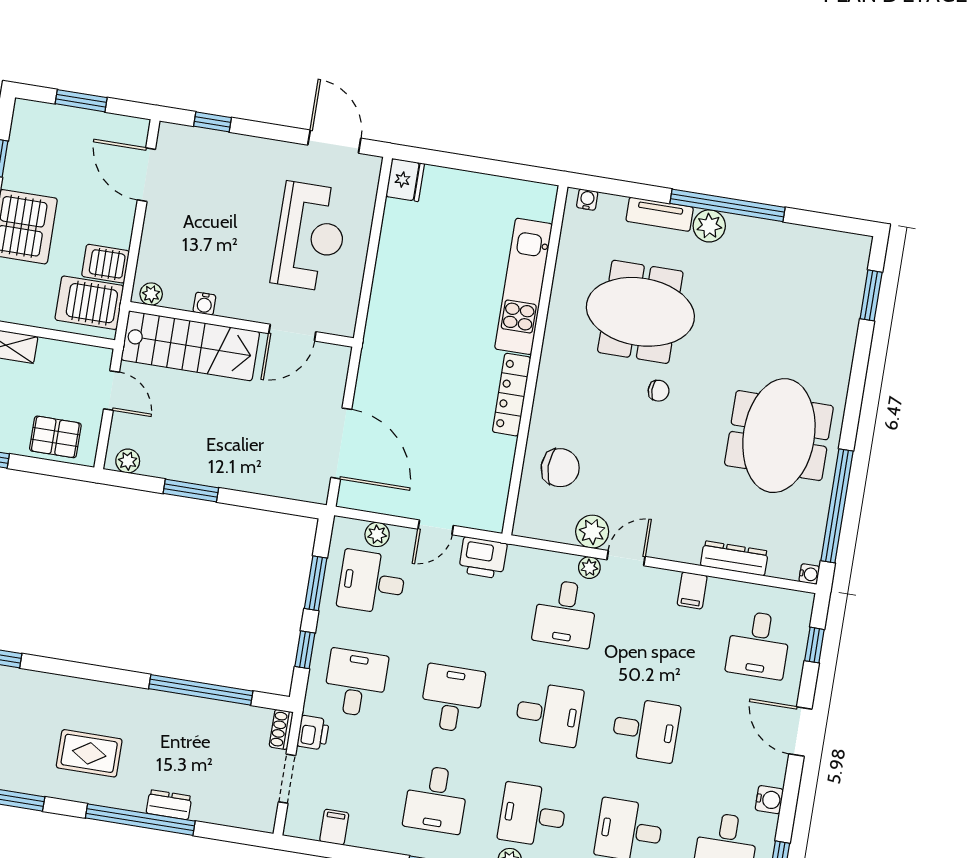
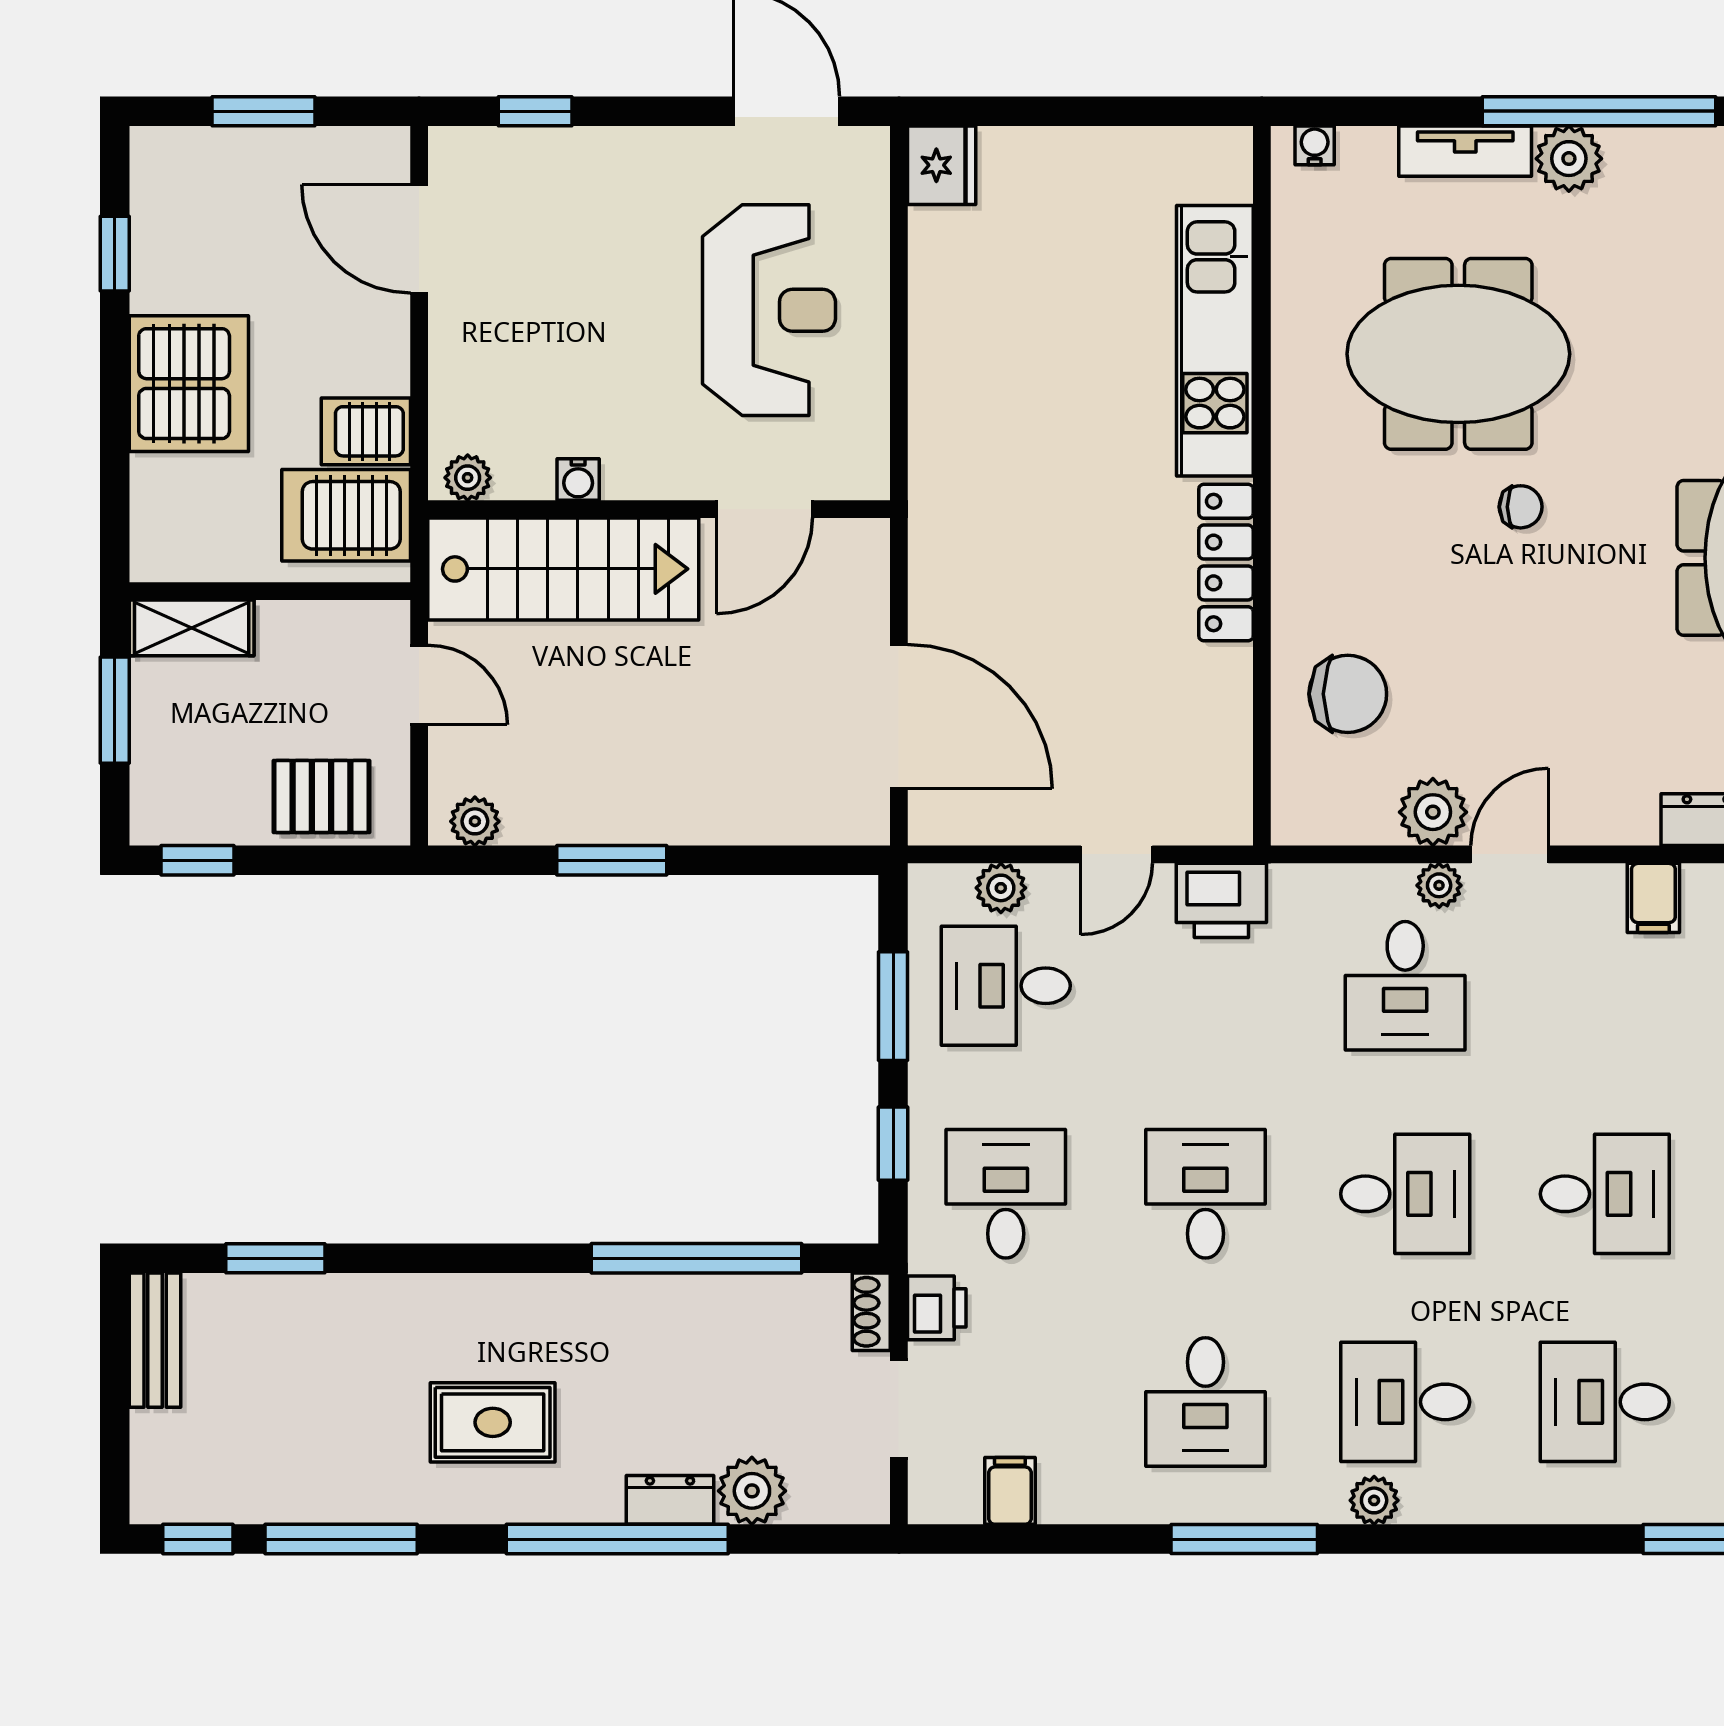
plant: (209, 807) -> (752, 1491), added

